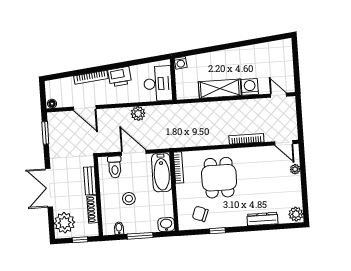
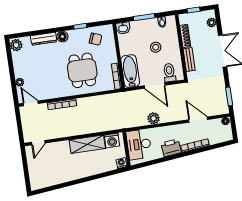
washing machine: (250, 87) -> (112, 140), moved
door: (278, 95) -> (38, 143), hinge flipped
floor lamp: (240, 220) -> (62, 37), added
plant: (64, 223) -> (212, 23), width x0.53, depth x0.53

